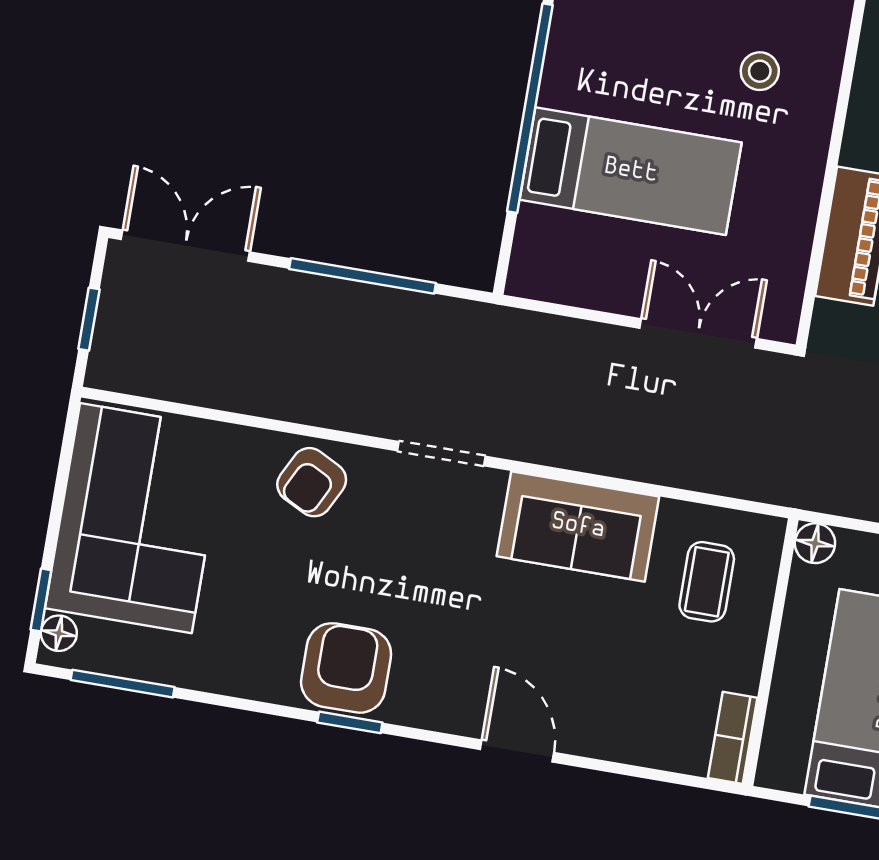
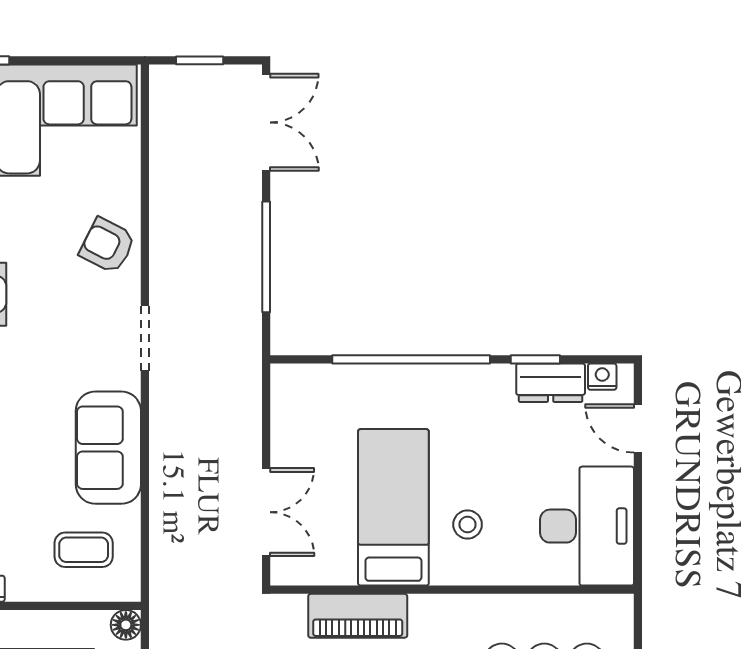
bed: (631, 171) -> (393, 507), moved, turned 180

